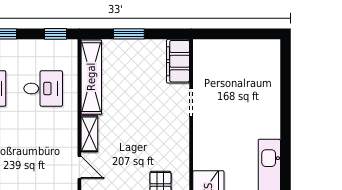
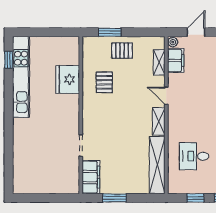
window: (55, 34) -> (195, 198), moved
window: (129, 34) -> (114, 198), moved

